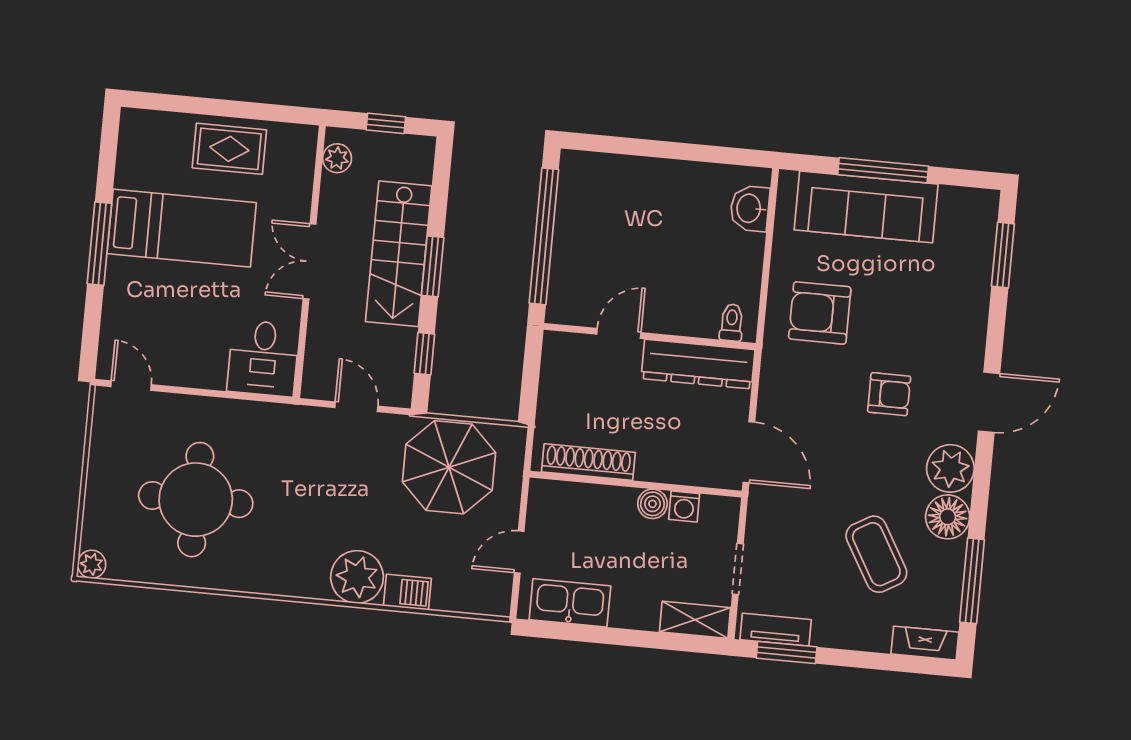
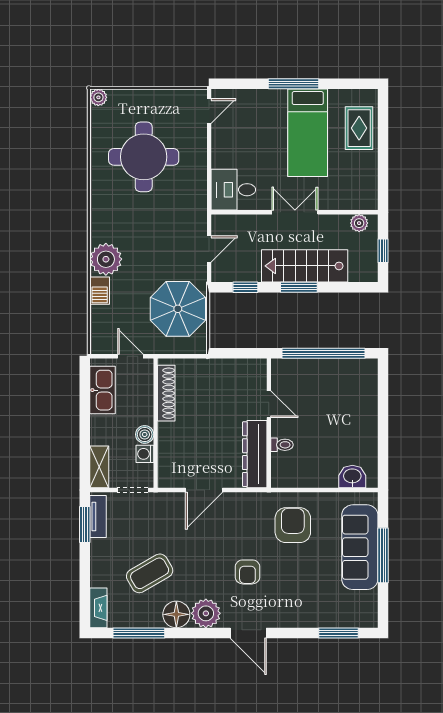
rug: (229, 149) -> (359, 128), moved
toilet: (732, 322) -> (282, 445), moved
shoe rack: (588, 462) -> (166, 393), moved
wall: (636, 484) -> (156, 423), moved
boiler: (652, 504) -> (145, 434), moved
washing machine: (684, 506) -> (145, 454), moved

